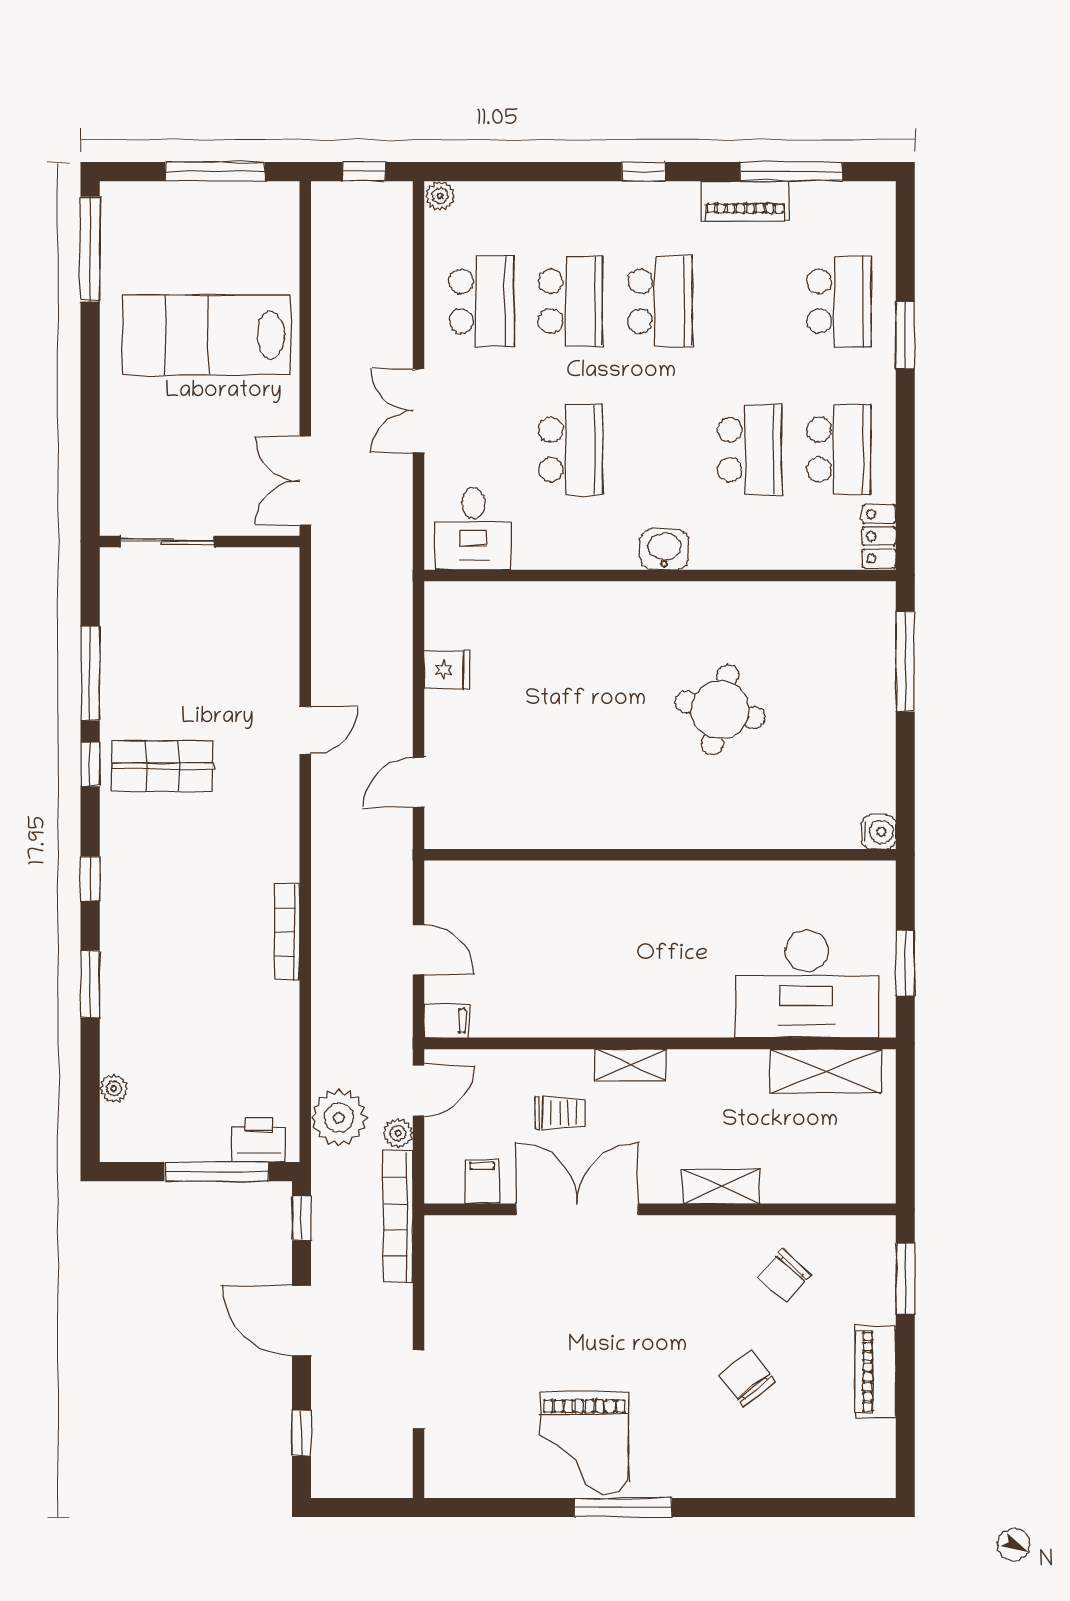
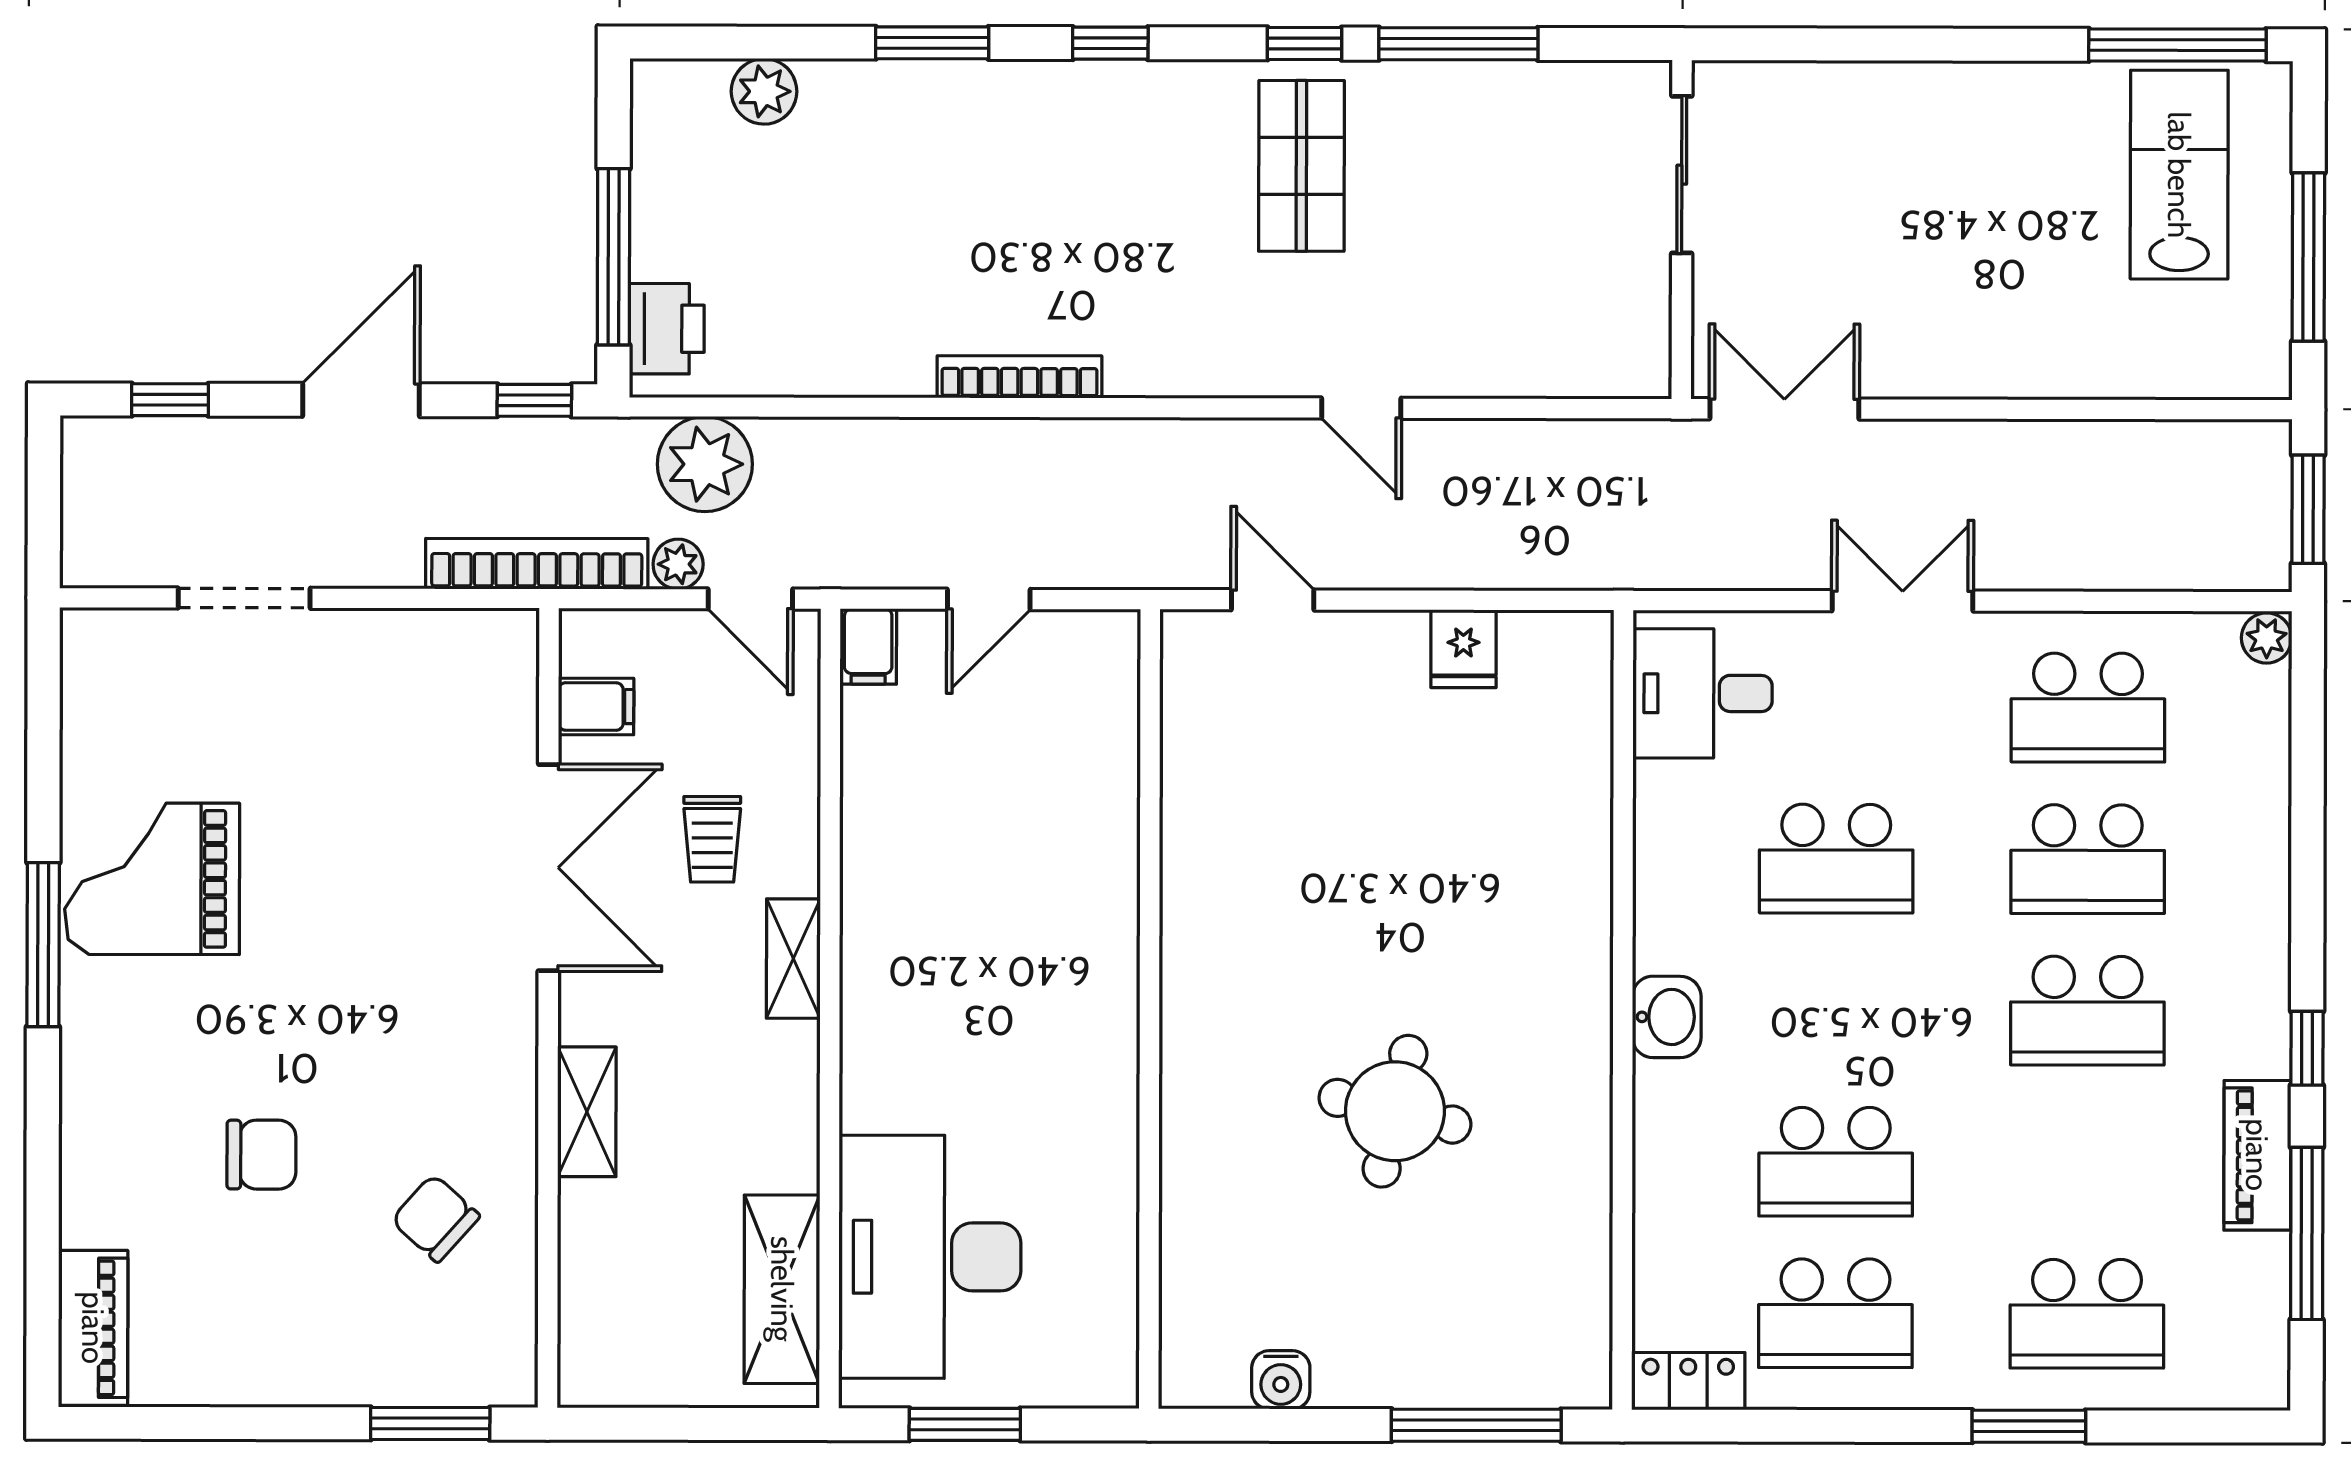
window: (364, 172) -> (2308, 509), width x1.50
window: (644, 172) -> (2307, 1048), moved
lab bench: (207, 335) -> (2179, 175), moved, width x0.73, depth x0.72
water cooler: (879, 832) -> (1281, 1380), moved
plant: (114, 1088) -> (764, 91), width x1.38, depth x1.38
piano: (875, 1372) -> (93, 1328), moved, turned 90
chair: (747, 1379) -> (261, 1155), turned 39

